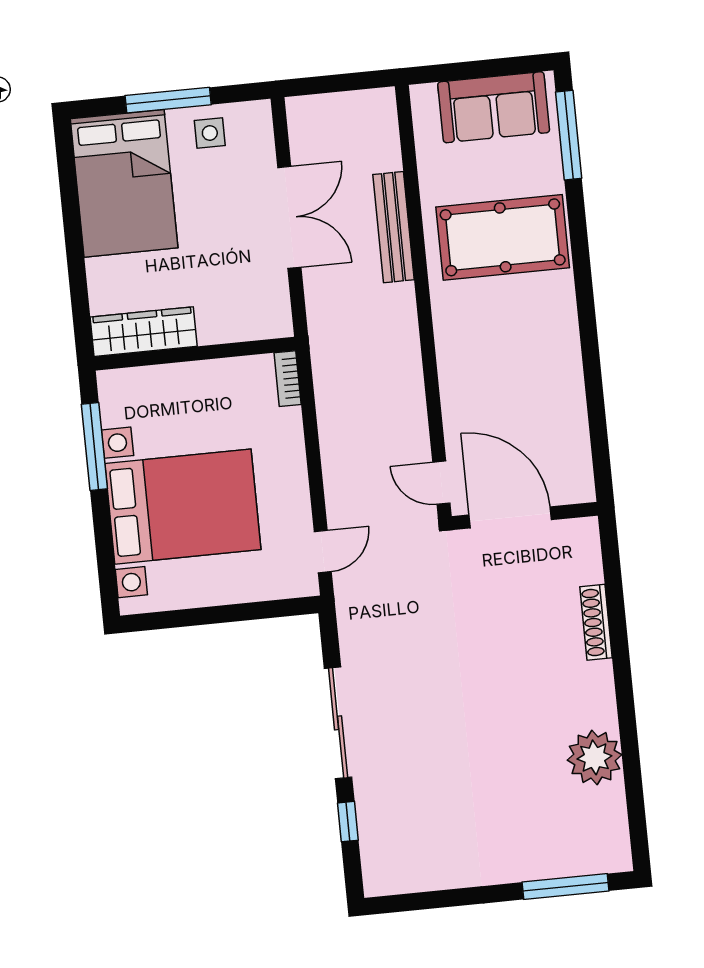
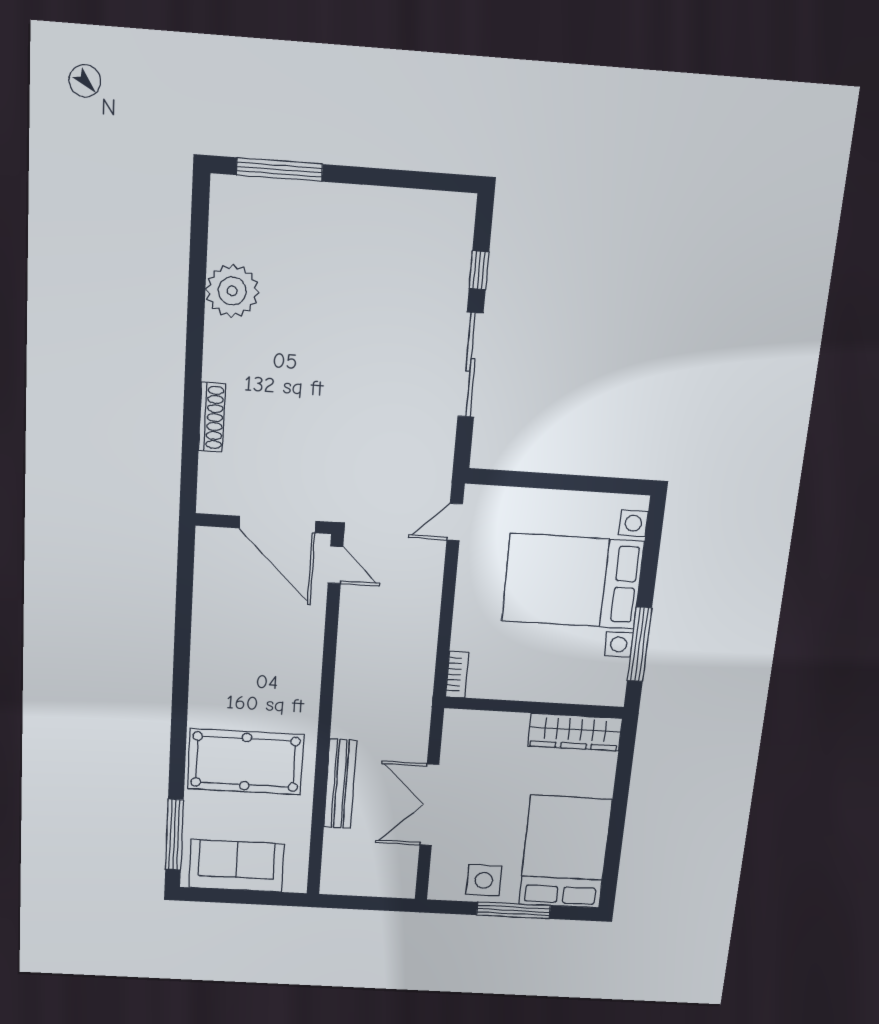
side table: (210, 133) -> (484, 880), width x1.37, depth x1.37

